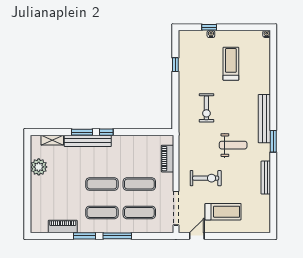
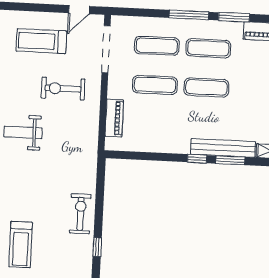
exercise bike: (206, 108) -> (80, 214), moved

